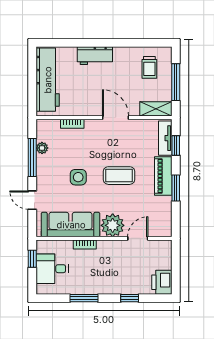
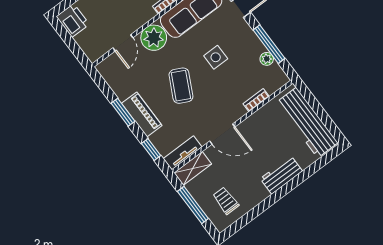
tv unit: (165, 138) -> (183, 153), moved, turned -90
coffee table: (119, 176) -> (181, 86), turned -63

